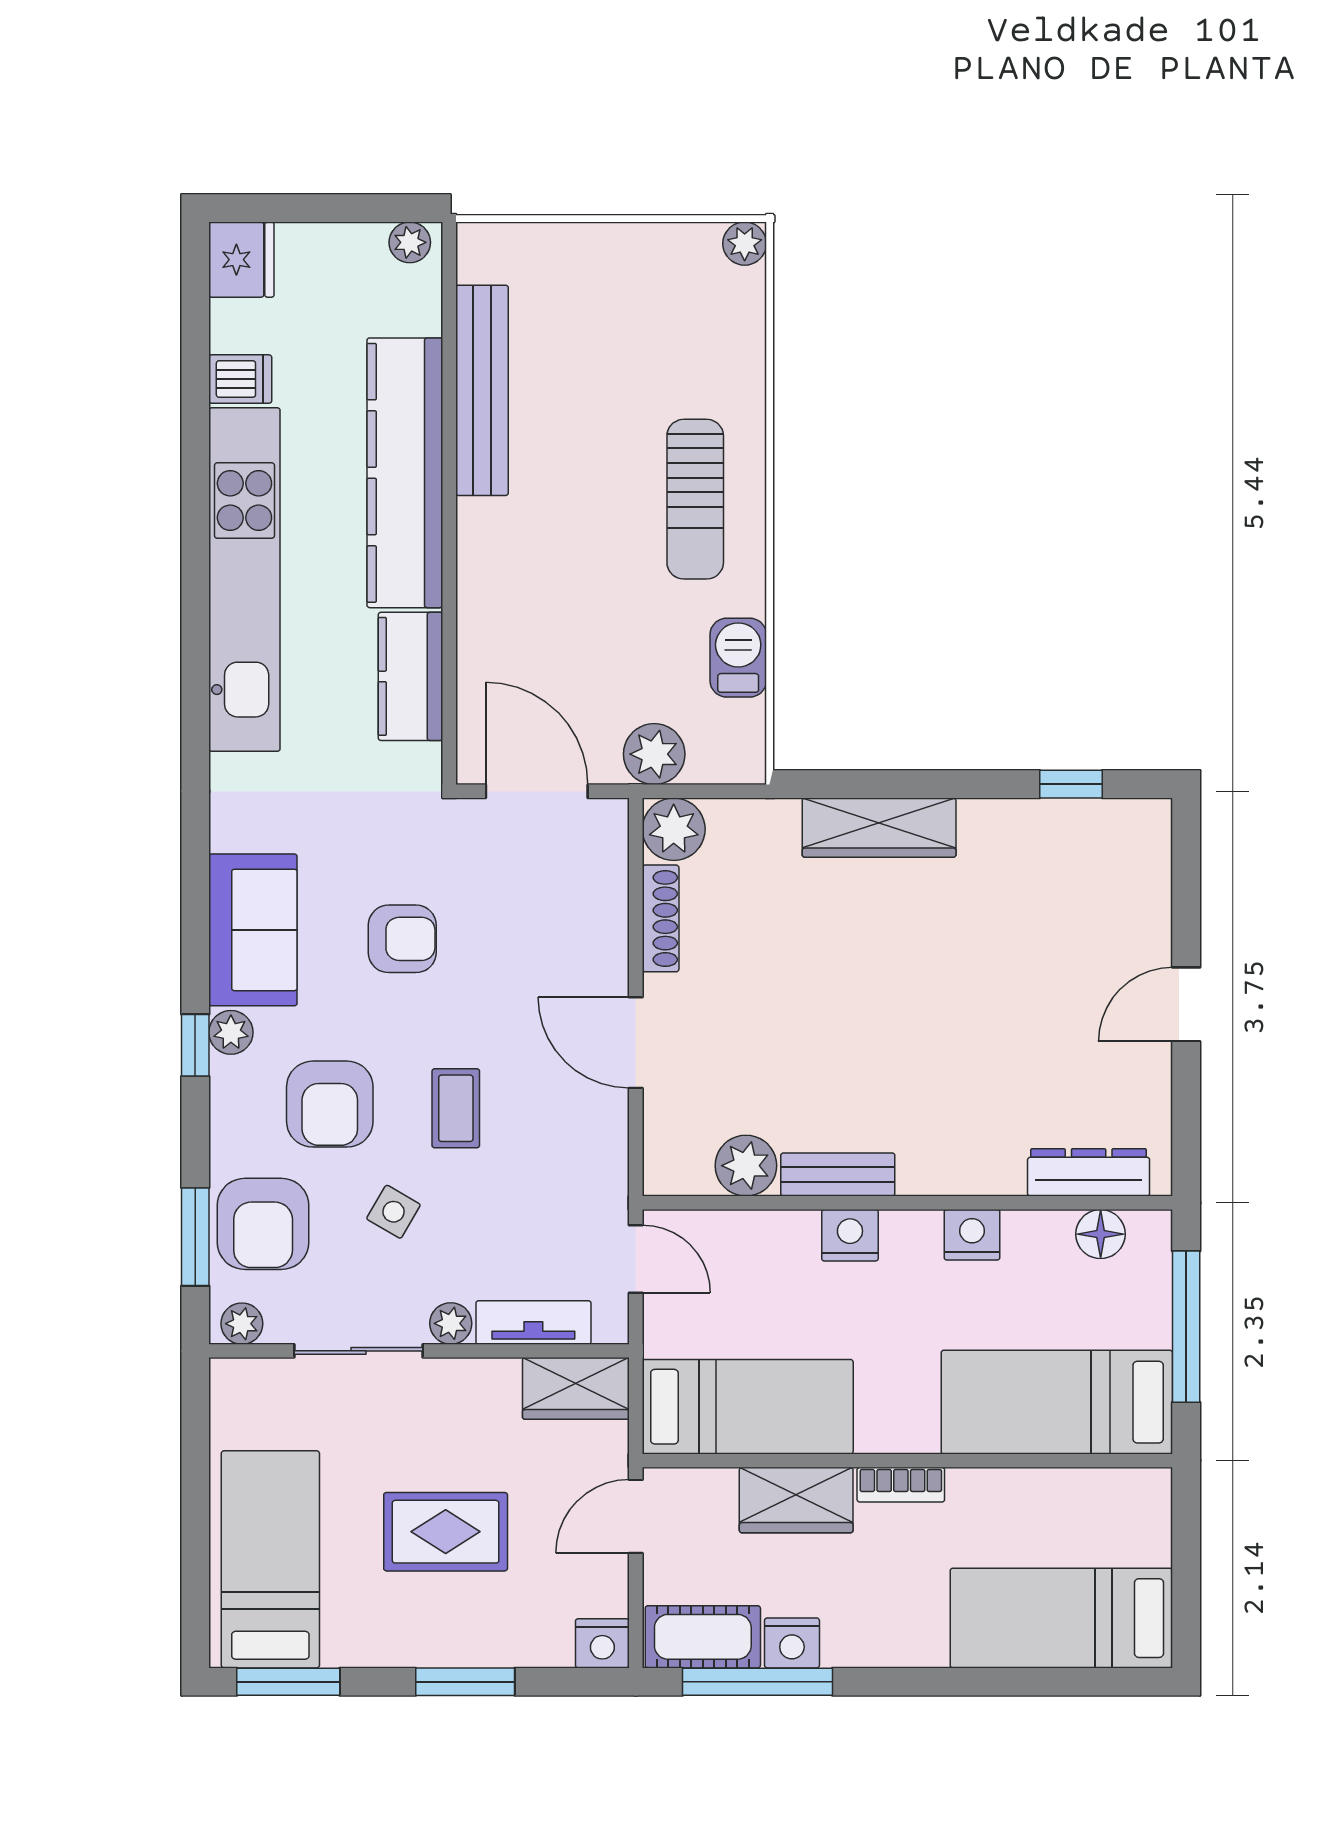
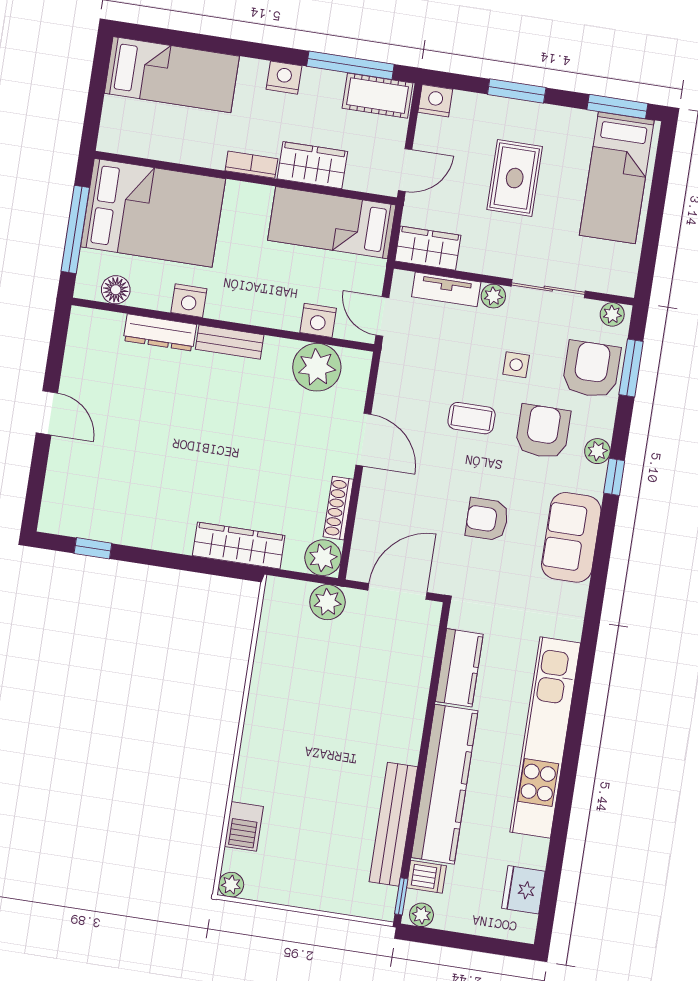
fridge: (241, 260) -> (523, 890), moved
window: (449, 269) -> (401, 896), added
dishwasher: (240, 379) -> (426, 877), moved, turned 180
sun lounger: (695, 499) -> (282, 744), removed
barbecue: (738, 658) -> (244, 826), moved
door: (537, 791) -> (397, 591), swing flipped
wardrobe: (879, 828) -> (239, 546), moved
door: (1186, 1004) -> (47, 413), hinge flipped
plant: (231, 1032) -> (597, 451), moved
coffee table: (456, 1108) -> (472, 418), turned 90
plant: (746, 1166) -> (317, 367), width x1.36, depth x1.36
dresser: (1089, 1172) -> (160, 332), moved
bench: (838, 1174) -> (230, 342), moved
side table: (393, 1212) -> (516, 365), turned -30
nightstand: (850, 1235) -> (318, 320), moved
bed: (1057, 1402) -> (153, 213), width x1.50
rug: (446, 1532) -> (515, 178), turned 90
nightstand: (792, 1643) -> (284, 78), moved

